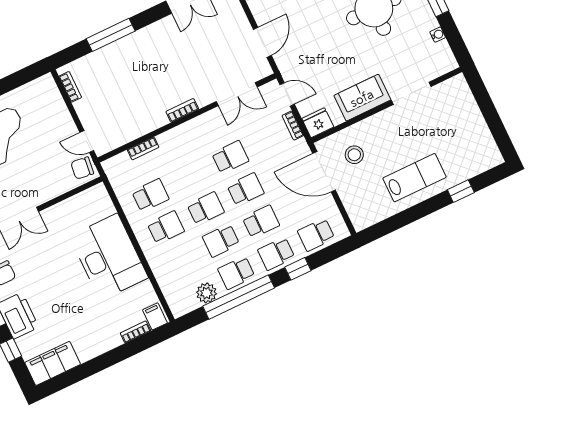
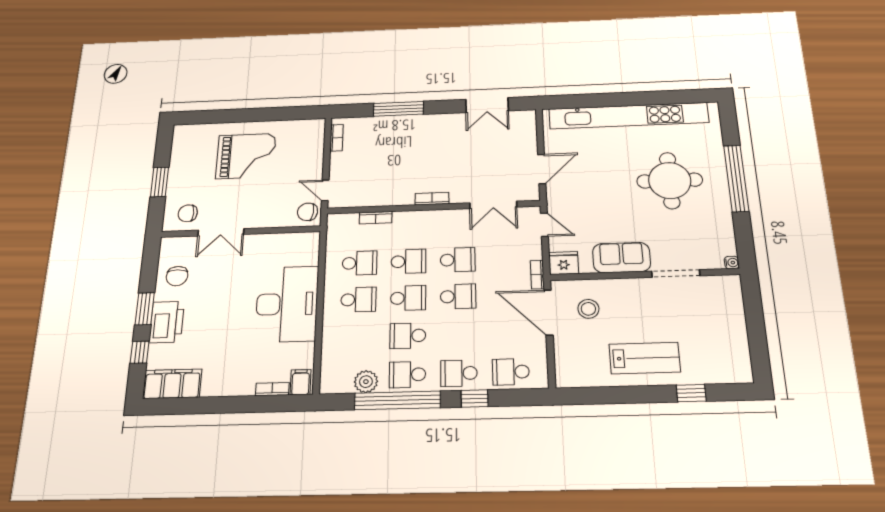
water cooler: (438, 35) -> (732, 263), moved
bookcase: (293, 126) -> (537, 275), moved
school desk: (261, 222) -> (408, 261), moved

